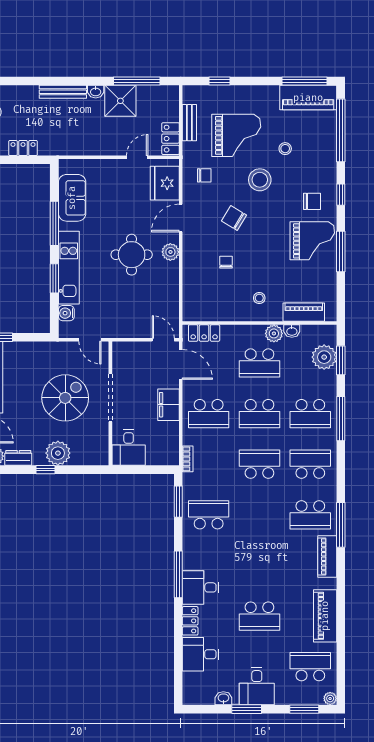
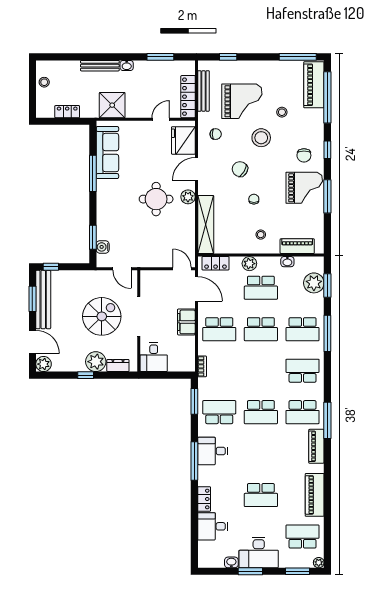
window: (137, 81) -> (160, 57), width x0.69
piano: (308, 98) -> (314, 85), moved, turned 90
shower: (120, 101) -> (112, 105), moved
bench: (189, 123) -> (203, 91), width x1.36
locker: (171, 139) -> (188, 97), width x1.53
sofa: (72, 198) -> (107, 153), width x1.36
chair: (312, 201) -> (304, 155), turned 90
chair: (226, 262) -> (254, 199), moved
kitchen unit: (69, 268) -> (105, 210), removed
window: (54, 278) -> (93, 237), moved
shelving: (192, 286) -> (206, 225), added
plant: (274, 333) -> (249, 264), moved
dresser: (18, 458) -> (118, 365), moved
school desk: (259, 464) -> (261, 412), moved, turned 180
desk: (201, 587) -> (213, 451), moved
desk: (257, 686) -> (259, 553), width x1.37

